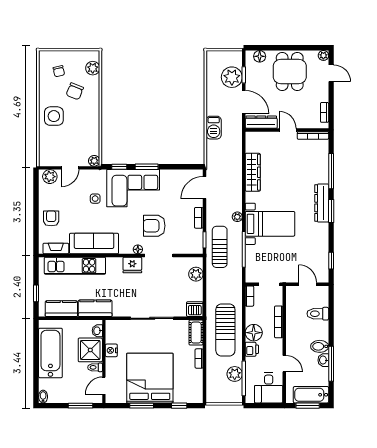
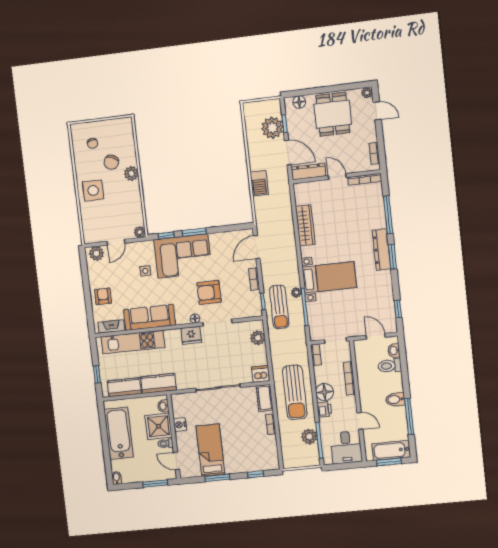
plant: (93, 68) -> (131, 173), moved
plant: (237, 217) -> (296, 293), moved
sun lounger: (220, 247) -> (279, 307), turned 180
washbasin: (323, 360) -> (394, 351), moved
bed: (150, 378) -> (210, 450), width x0.49
door: (104, 386) -> (176, 461), hinge flipped

